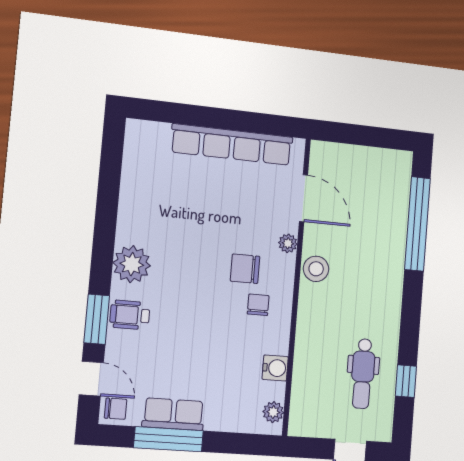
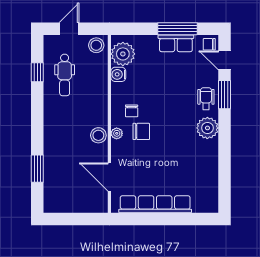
window: (417, 224) -> (37, 169), width x0.47
plant: (288, 243) -> (117, 133), moved
wheelchair: (130, 315) -> (206, 99), turned -90
dental chair: (363, 374) -> (65, 75), turned 180
plant: (273, 412) -> (123, 54), width x1.88, depth x1.88
stool: (308, 420) -> (96, 45), added

